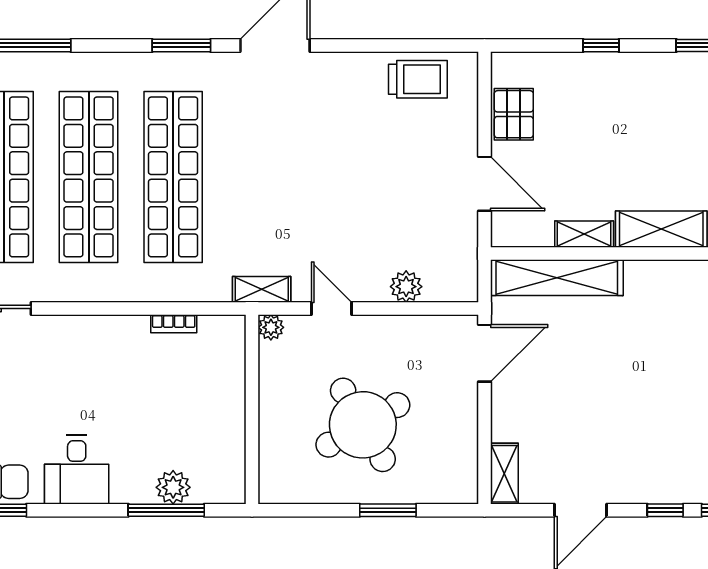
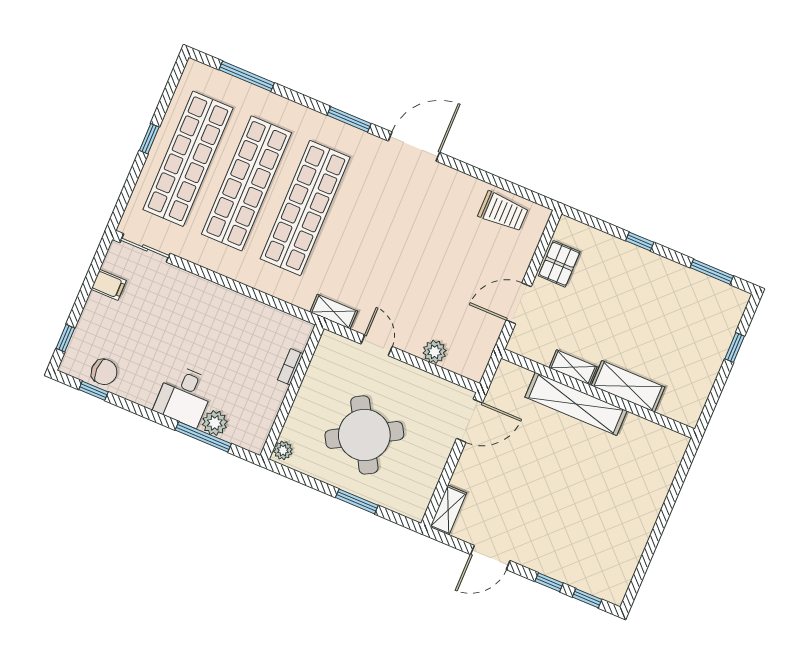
door: (485, 184) -> (519, 303), swing flipped
shelving: (557, 278) -> (576, 404), moved
bookcase: (174, 324) -> (290, 367), moved, turned 90
plant: (271, 327) -> (283, 450), moved
desk: (77, 470) -> (184, 396), moved

